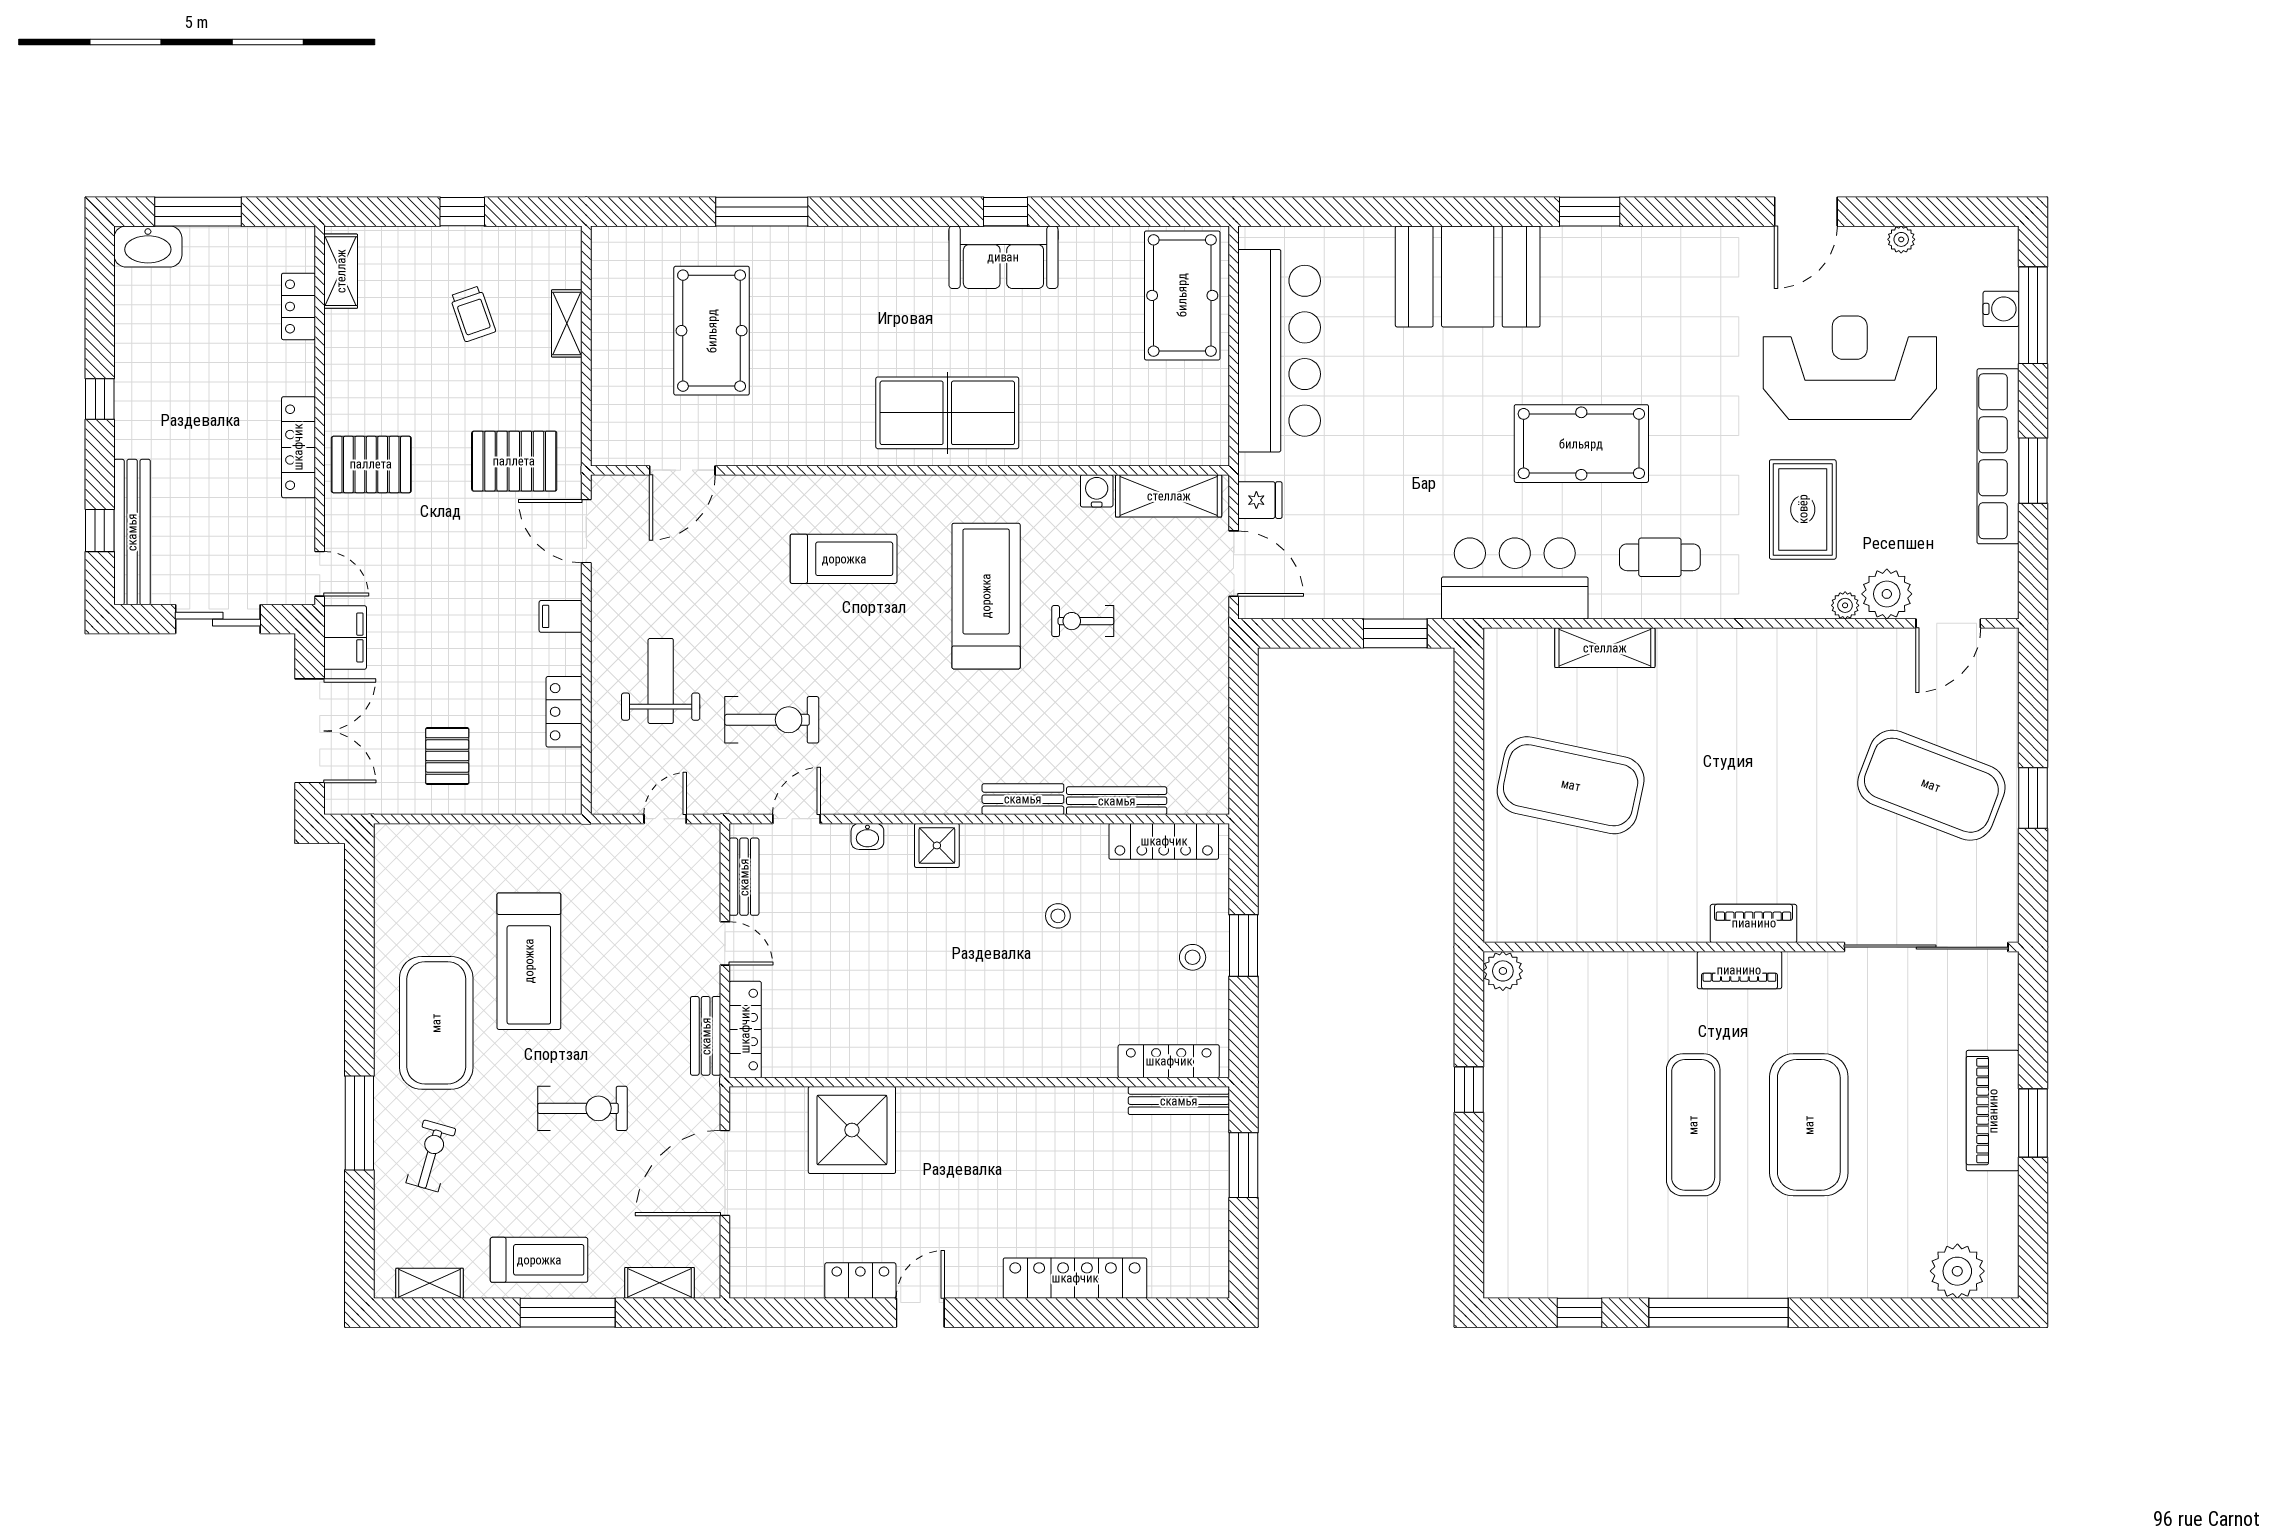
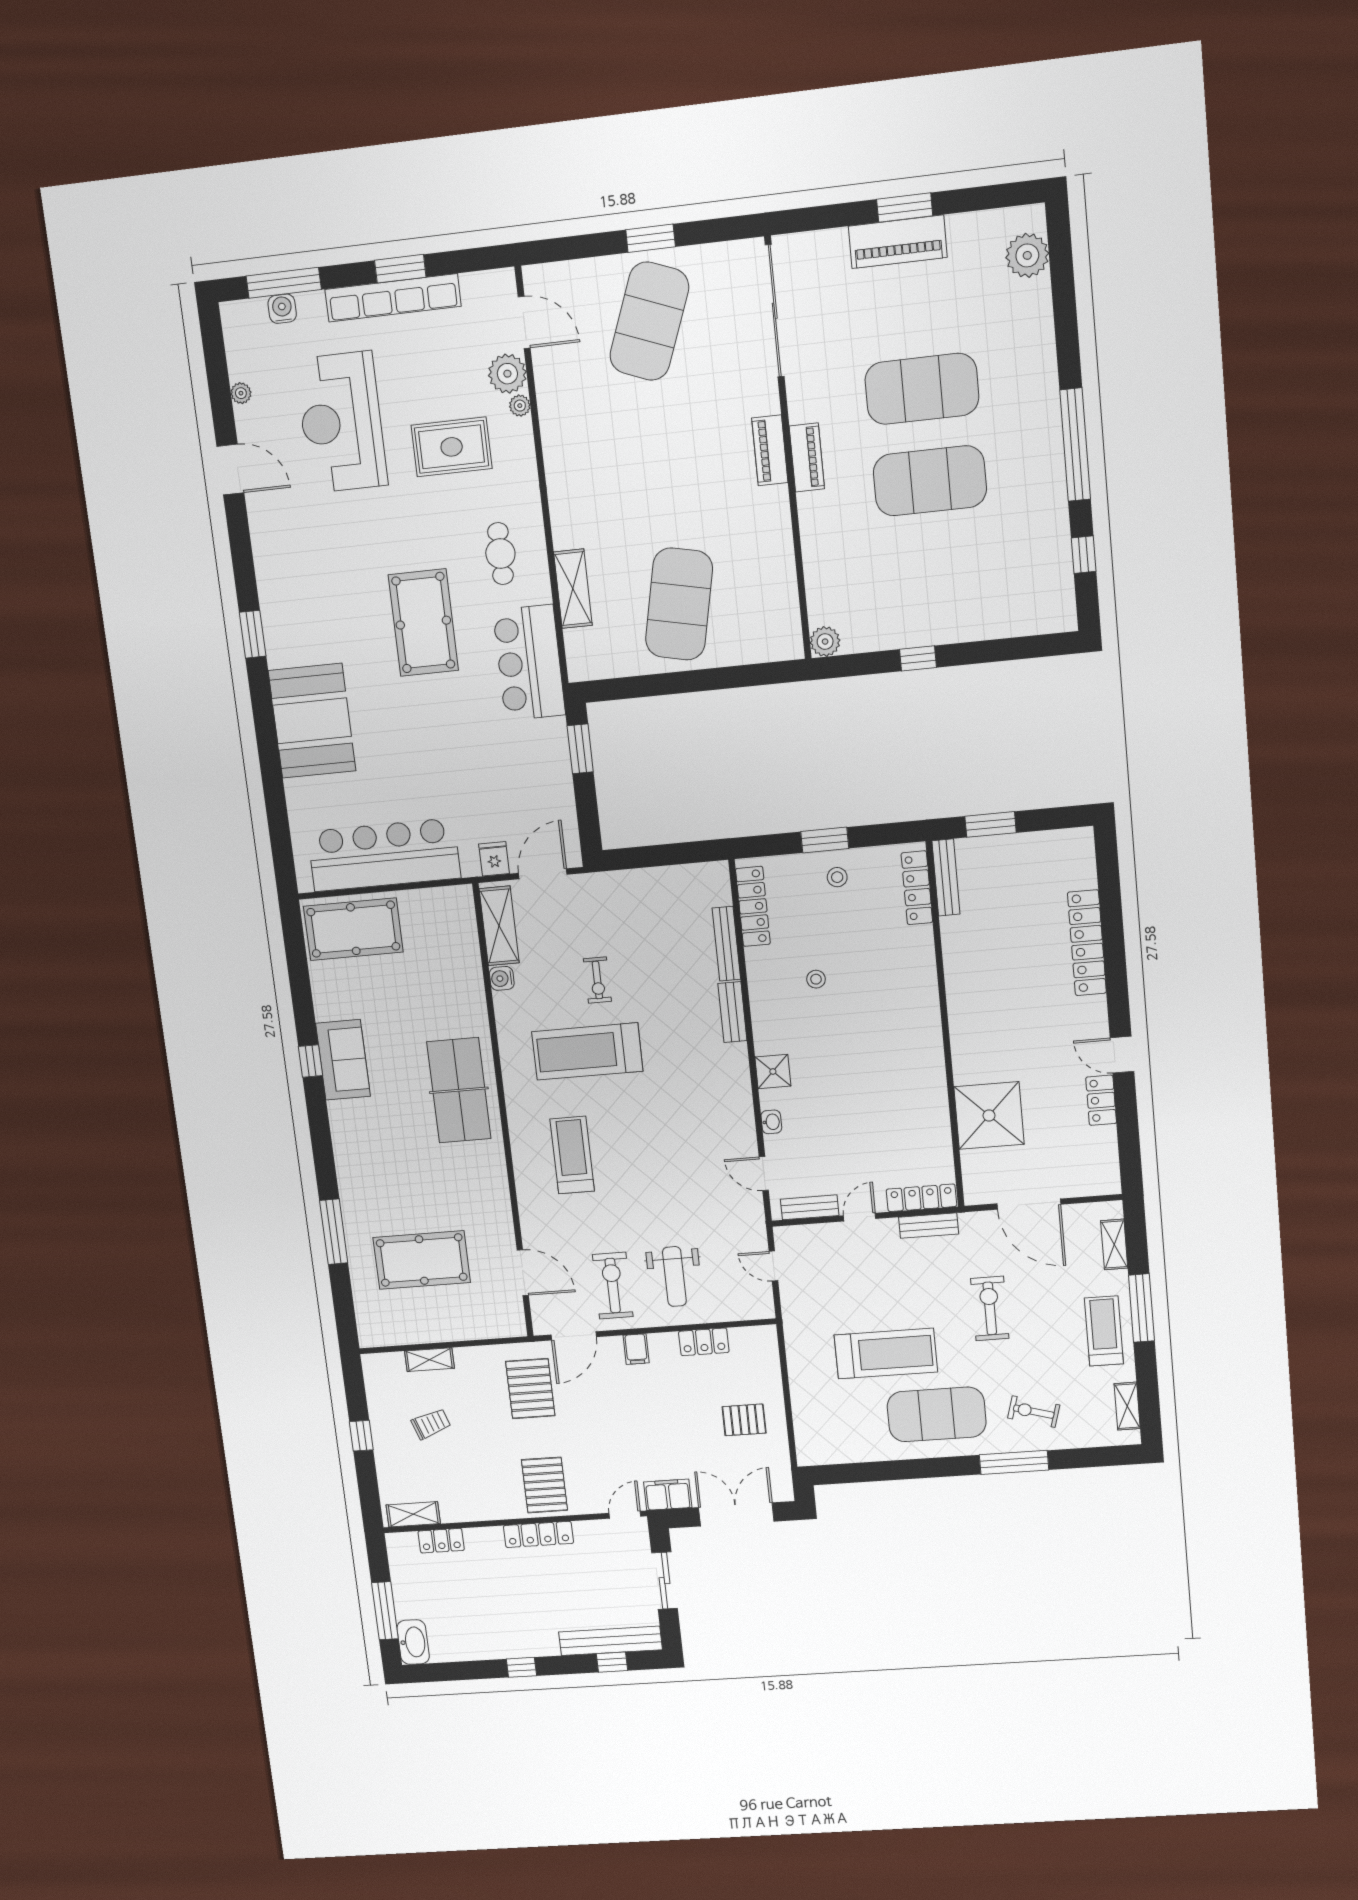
weight bench: (661, 681) -> (674, 1277), turned -90
exercise bike: (772, 720) -> (613, 1286), moved
exercise mat: (1693, 1125) -> (930, 481), width x1.47

